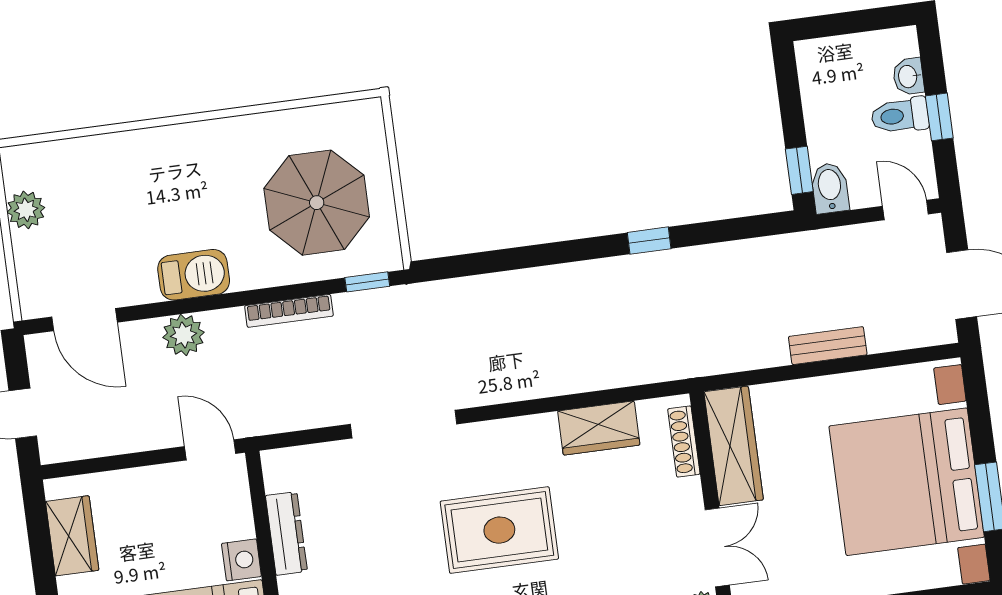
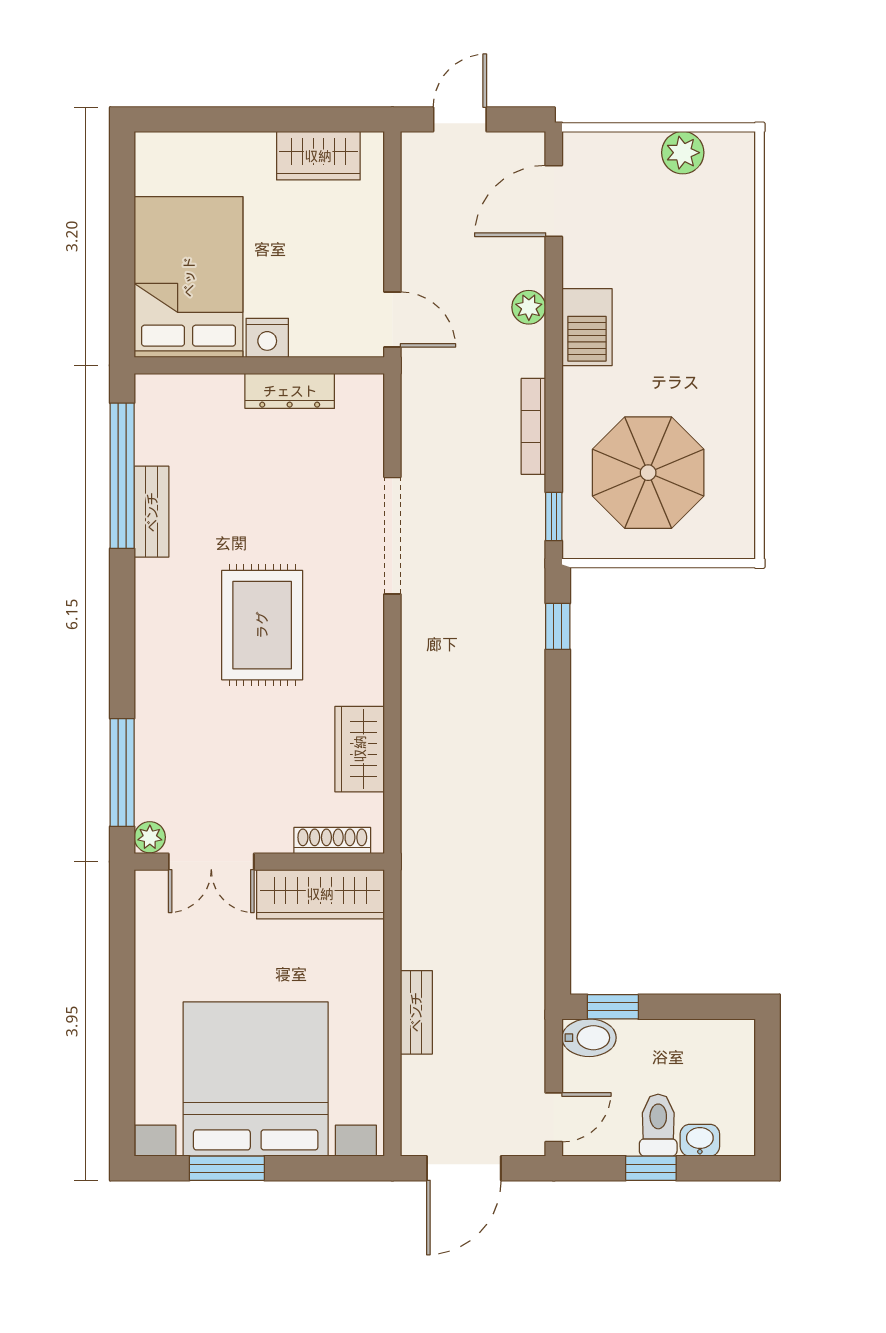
window: (649, 241) -> (558, 626), moved
plant: (184, 335) -> (529, 307), width x0.73, depth x0.73
door: (210, 450) -> (392, 320), hinge flipped

